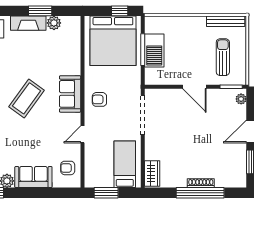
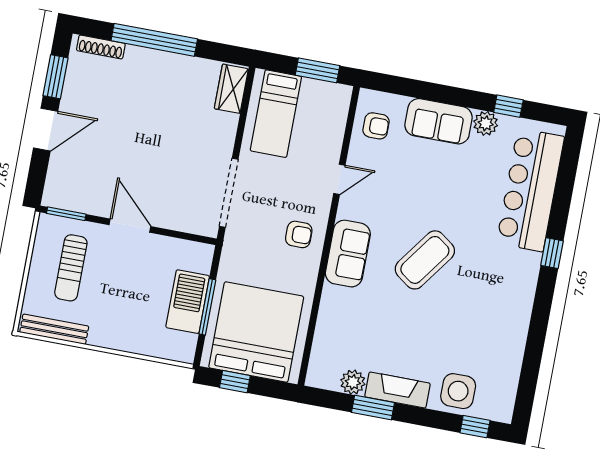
plant: (241, 99) -> (53, 189), removed
shoe rack: (201, 183) -> (101, 47), moved

